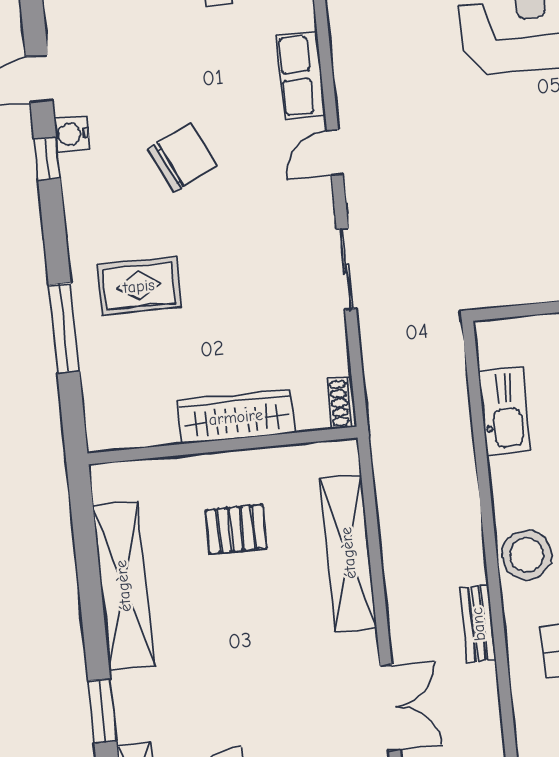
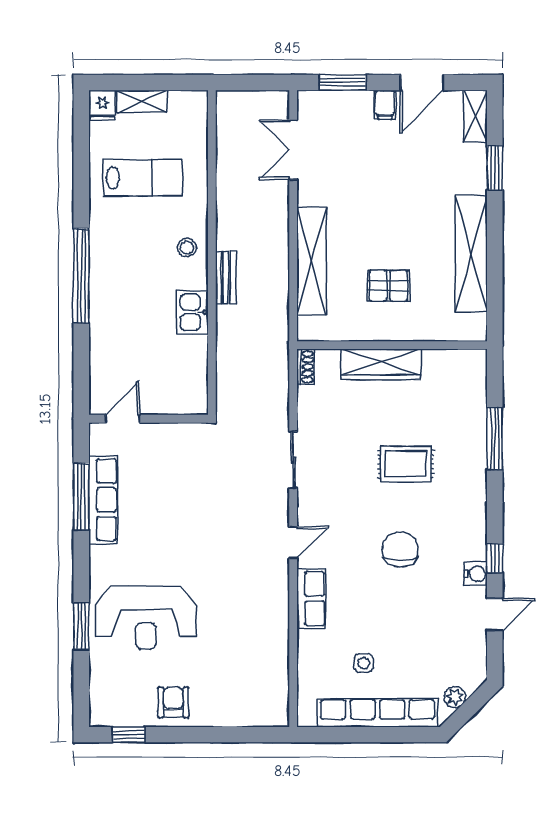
chair: (182, 158) -> (400, 549), turned 116
rug: (139, 286) -> (406, 464), moved
kitchen sink: (504, 411) -> (192, 312), moved, width x0.73
stool: (527, 555) -> (187, 247), width x0.53, depth x0.53
bench: (478, 624) -> (226, 278), moved

